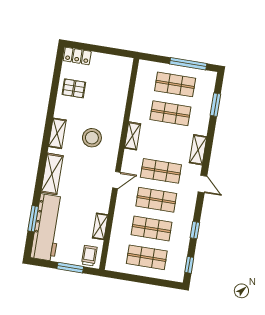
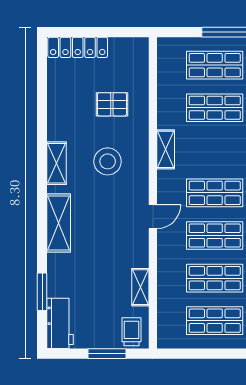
locker: (77, 56) -> (78, 47), width x1.53
pallet: (74, 88) -> (112, 104), moved
workbench: (47, 227) -> (60, 323), width x0.53, depth x0.76

